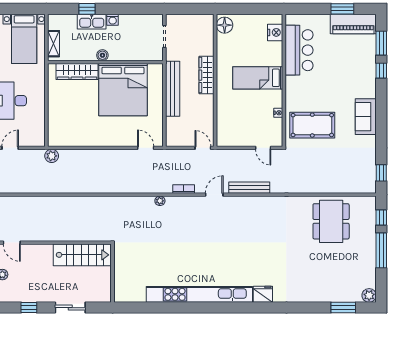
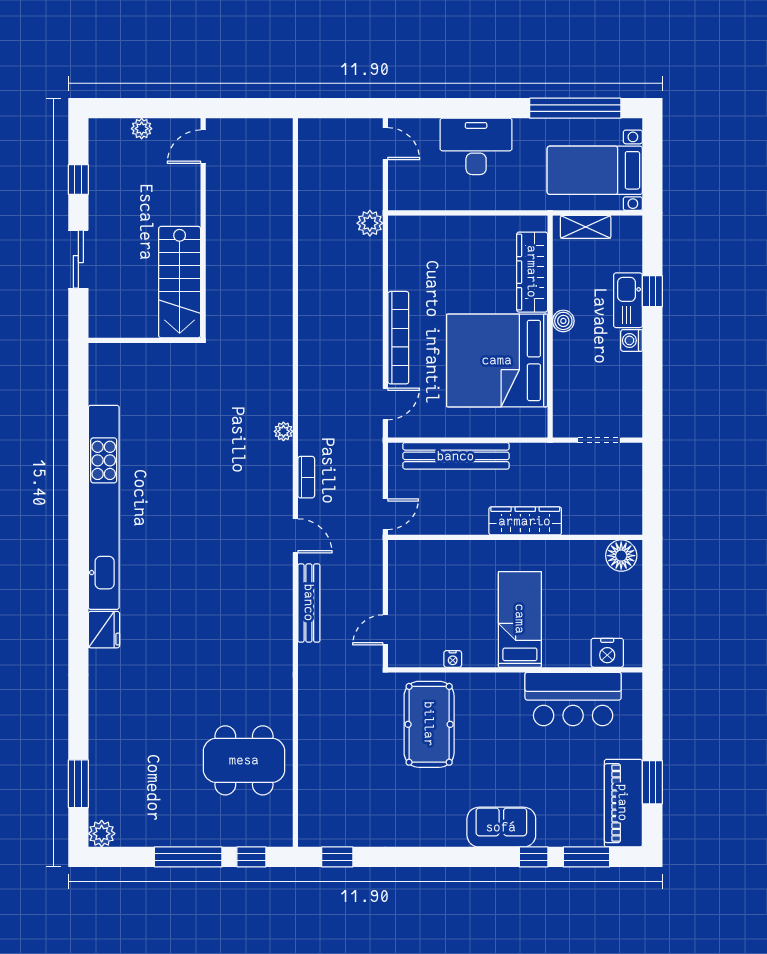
bench: (173, 89) -> (456, 456), moved
sofa: (366, 117) -> (501, 827), moved
bookcase: (111, 141) -> (398, 338), added

